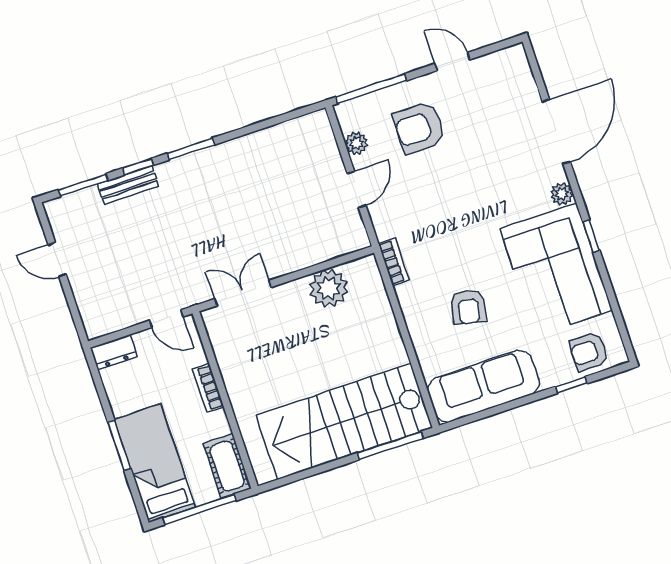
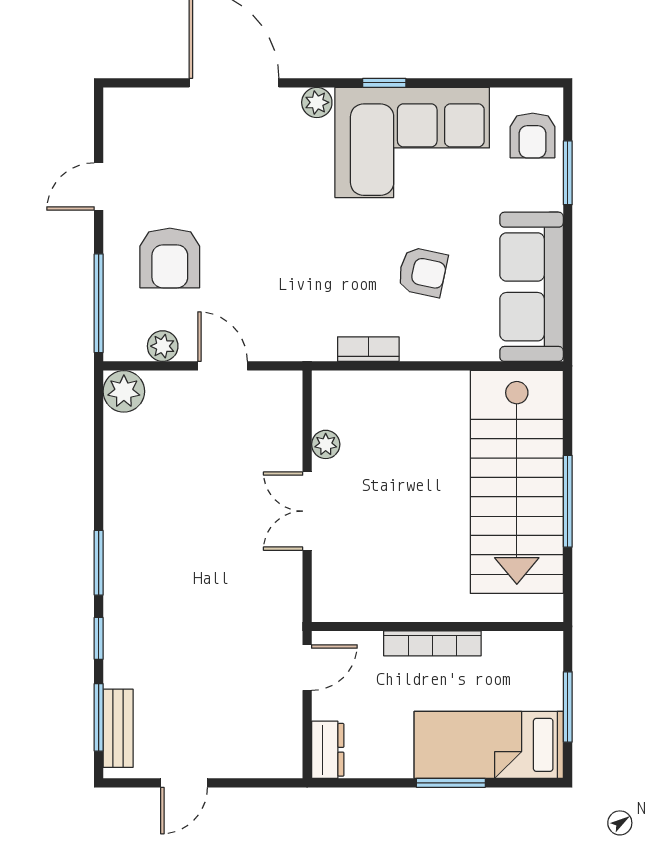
plant: (316, 127) -> (124, 391), added
bench: (128, 185) -> (118, 728), moved
bookcase: (394, 262) -> (368, 349), moved
plant: (329, 288) -> (326, 444), width x0.53, depth x0.53
double door: (243, 293) -> (307, 511), moved
window: (571, 385) -> (568, 173), width x1.50
bookcase: (208, 388) -> (432, 643), width x1.56
window: (390, 445) -> (568, 501), moved
cot: (227, 466) -> (524, 652), removed
window: (199, 509) -> (568, 707), width x0.69

